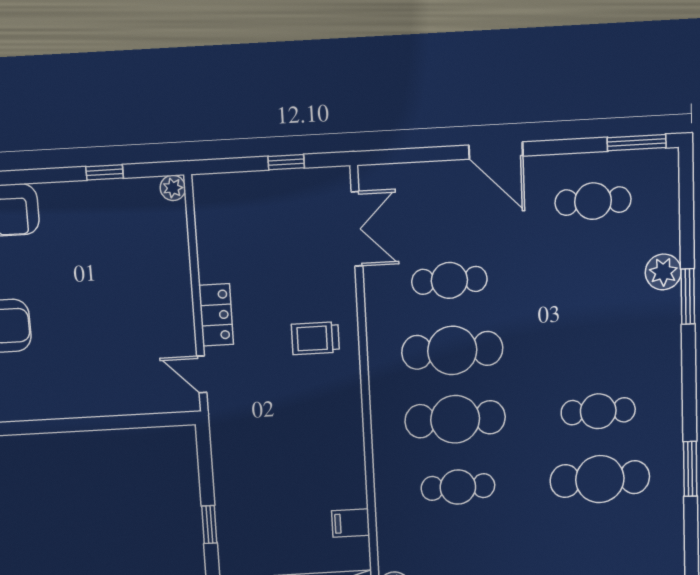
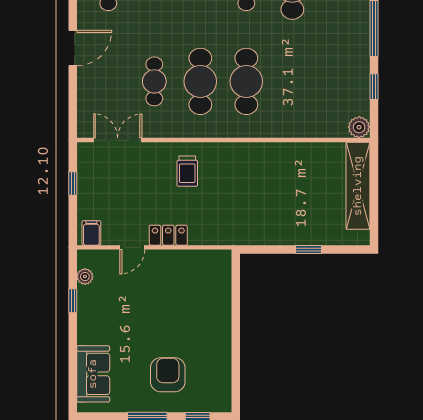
plant: (173, 188) -> (85, 277), moved
door: (202, 374) -> (132, 247), moved
cafe table: (458, 487) -> (292, 81), removed
filing cabinet: (351, 523) -> (91, 233), moved, turned 180

